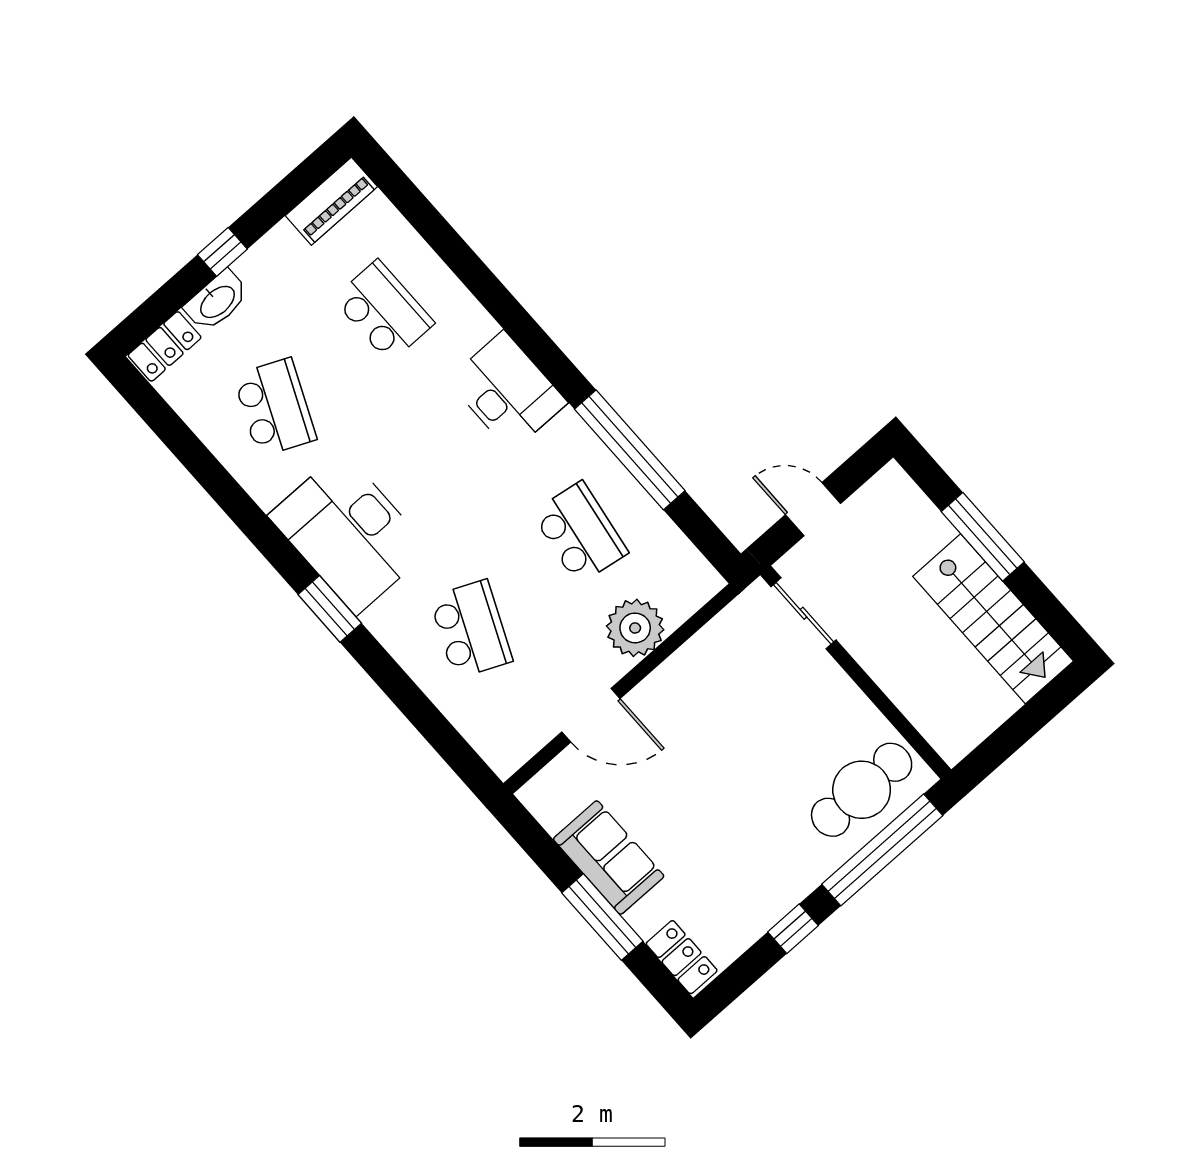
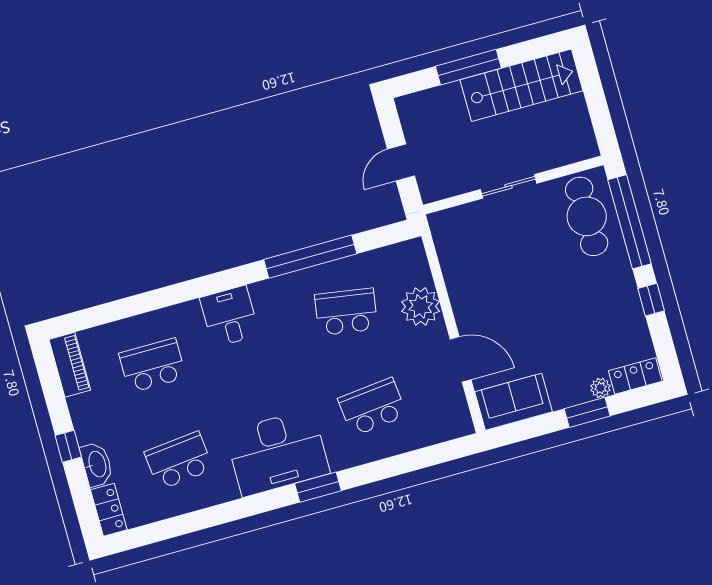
desk: (507, 391) -> (230, 316), width x0.73
school desk: (275, 407) -> (179, 461), turned -30
sliding door: (804, 613) -> (509, 186), moved
school desk: (471, 629) -> (372, 407), turned -30
door: (591, 715) -> (461, 359), hinge flipped
sofa: (609, 858) -> (514, 402), moved
window: (602, 917) -> (587, 412), width x0.69
plant: (643, 919) -> (601, 388), added

